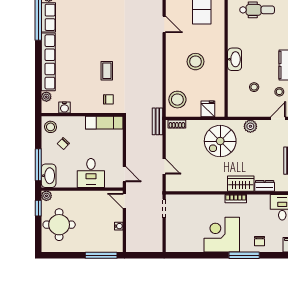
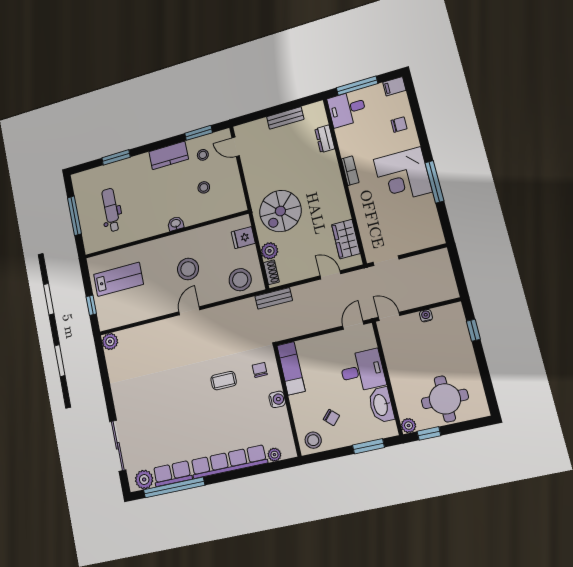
door: (164, 24) -> (189, 311), moved
washbasin: (235, 59) -> (176, 224), width x0.52, depth x0.69
water cooler: (64, 108) -> (277, 399), moved
plant: (250, 126) -> (270, 251), moved
spiral stairs: (220, 141) -> (280, 211), turned 90
window: (38, 165) -> (368, 446), width x0.69
door: (164, 167) -> (330, 275), hinge flipped
washbasin: (49, 176) -> (381, 405), moved, turned -90
wardrobe: (241, 184) -> (346, 239), moved
door: (124, 201) -> (389, 316), swing flipped
window: (101, 255) -> (473, 330), width x0.46
window: (244, 255) -> (434, 182), moved

